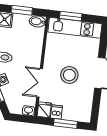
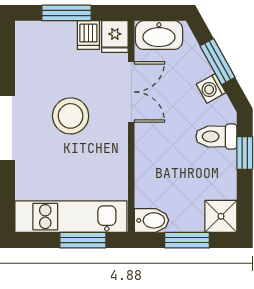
washbasin: (28, 111) -> (159, 35), width x1.91, depth x1.45

